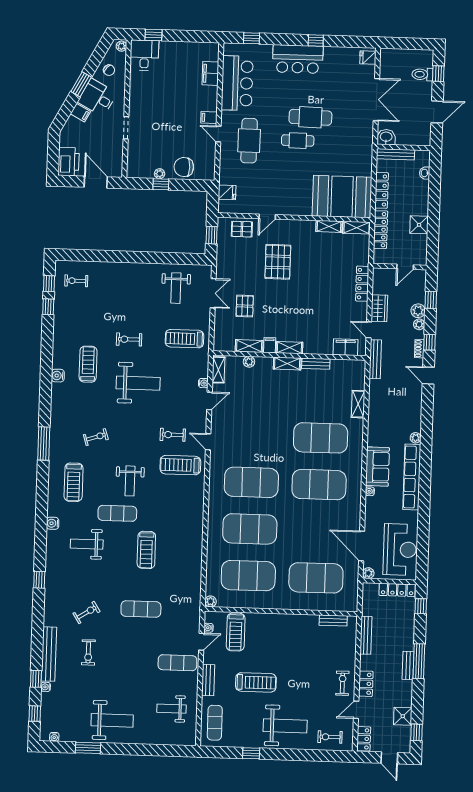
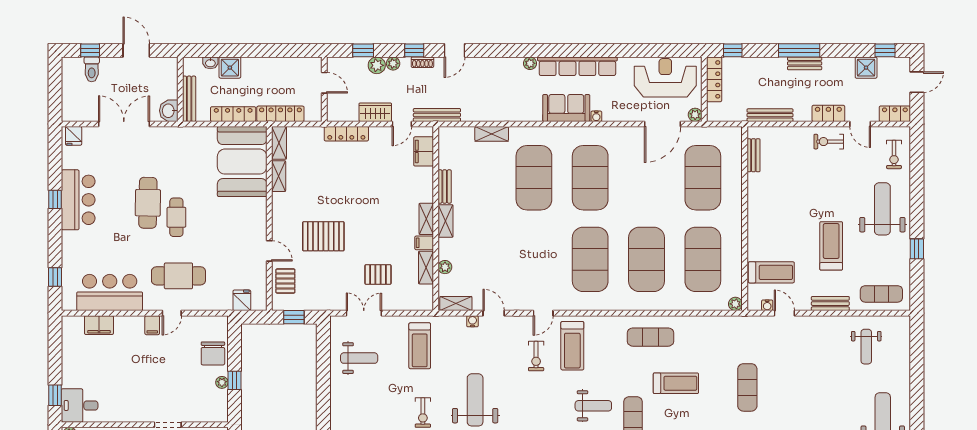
bar counter: (298, 59) -> (78, 200), moved
shower: (419, 225) -> (230, 68), moved
exercise mat: (177, 663) -> (651, 337), moved, turned 90

